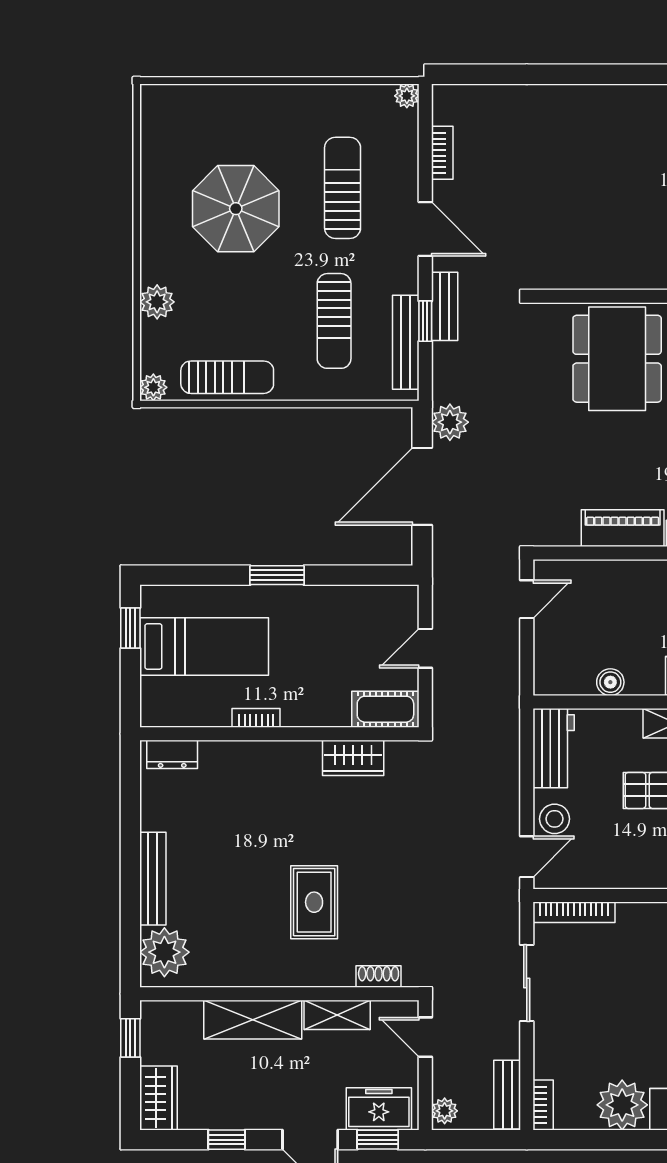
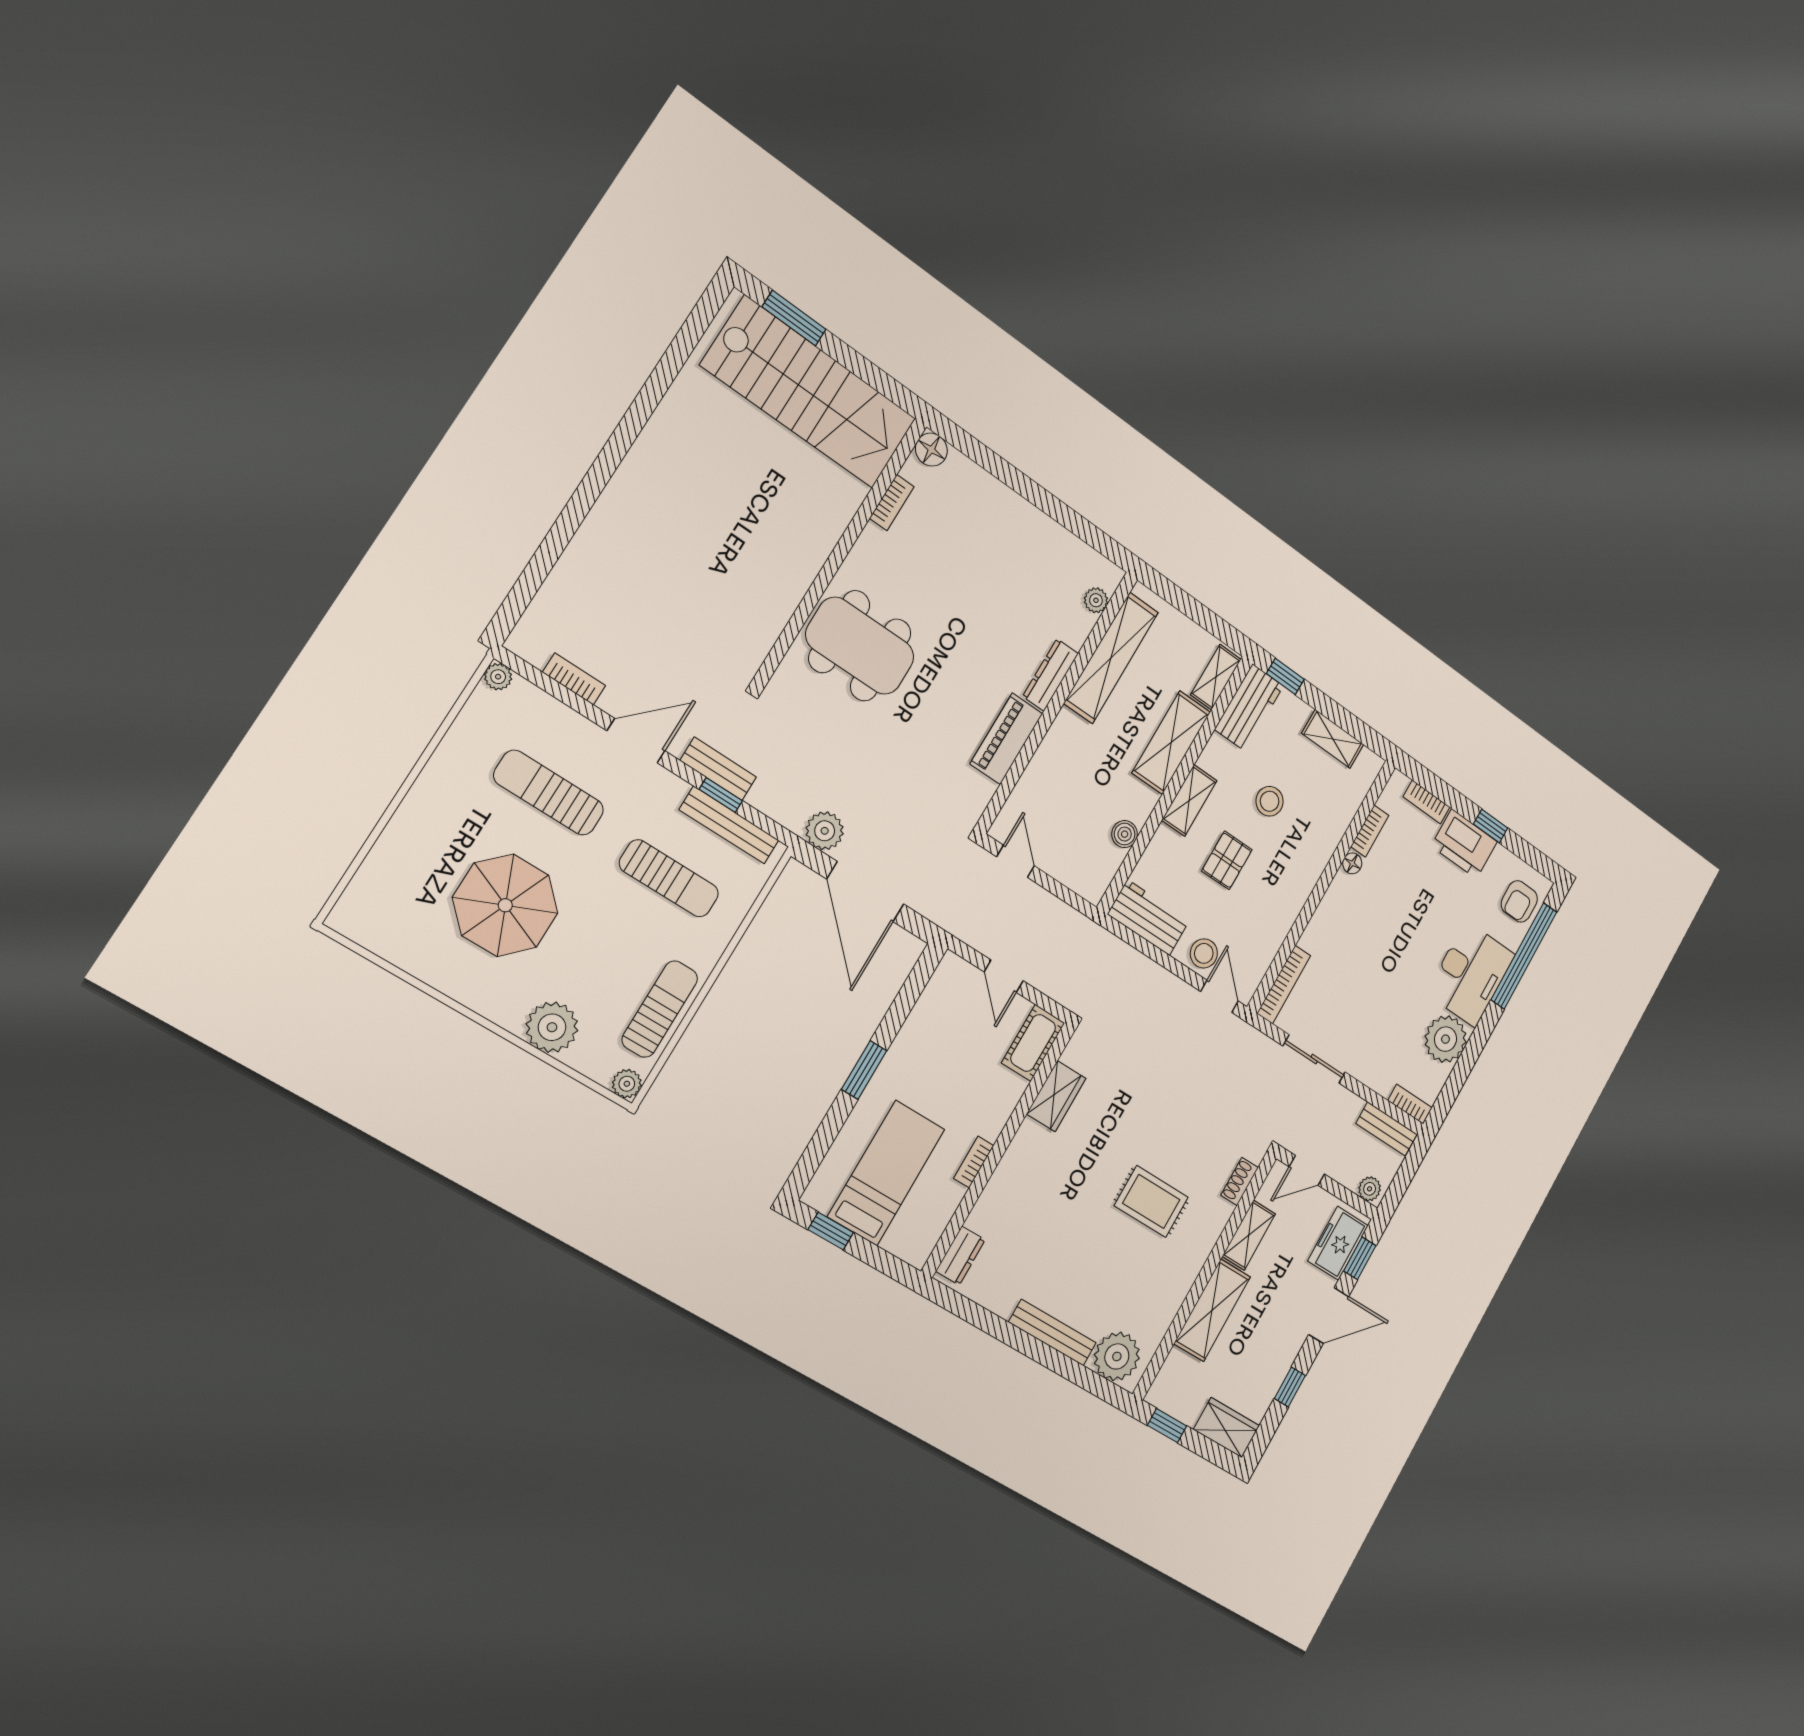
plant: (157, 302) -> (552, 1027), width x1.36, depth x1.36

